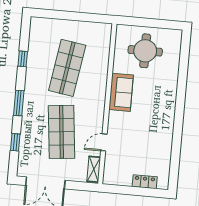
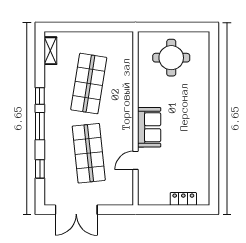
window: (23, 59) -> (40, 96), moved
sofa: (121, 92) -> (149, 127), moved
shelving: (94, 169) -> (50, 51), moved

